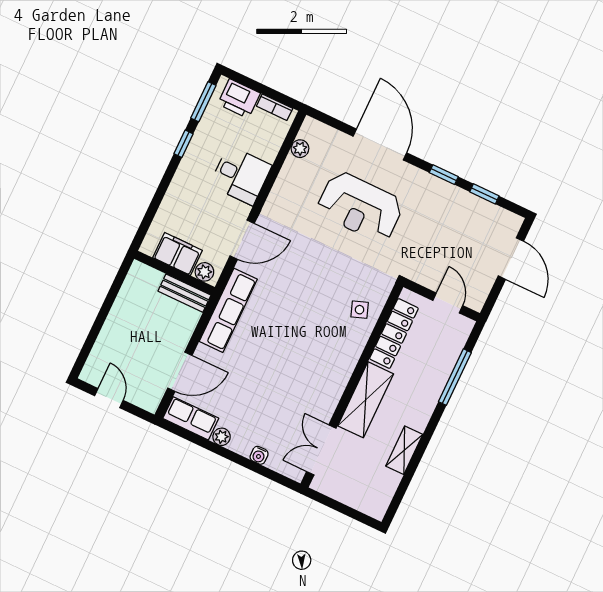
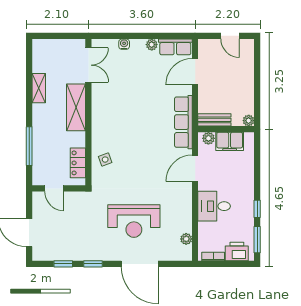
reception desk: (360, 207) -> (134, 221), turned 180
plant: (138, 270) -> (249, 121), added
locker: (394, 334) -> (78, 163), width x0.66

